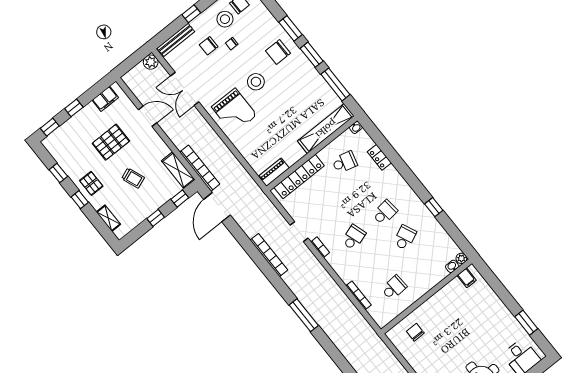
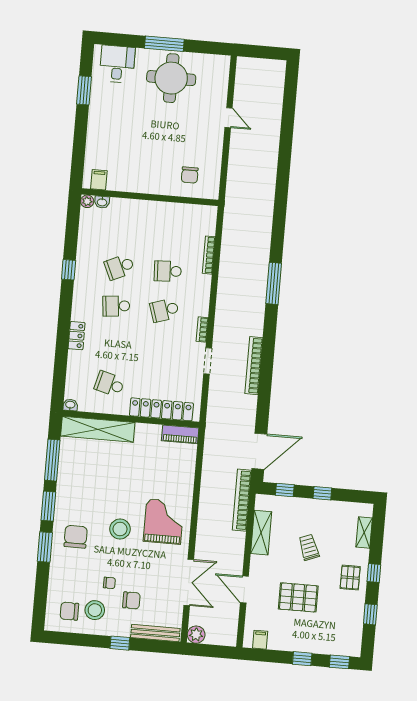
chair: (278, 52) -> (76, 537), turned -90
filing cabinet: (105, 99) -> (260, 640), width x0.50
locker: (379, 157) -> (77, 336), moved
shelving: (178, 170) -> (261, 533), moved
school desk: (394, 288) -> (168, 271), moved

